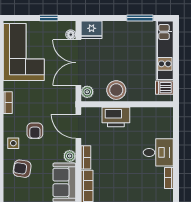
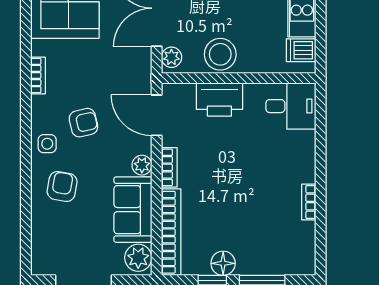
armchair: (35, 131) -> (83, 123), turned -103
desk: (158, 152) -> (291, 106), moved
armchair: (22, 169) -> (62, 187), turned 91

